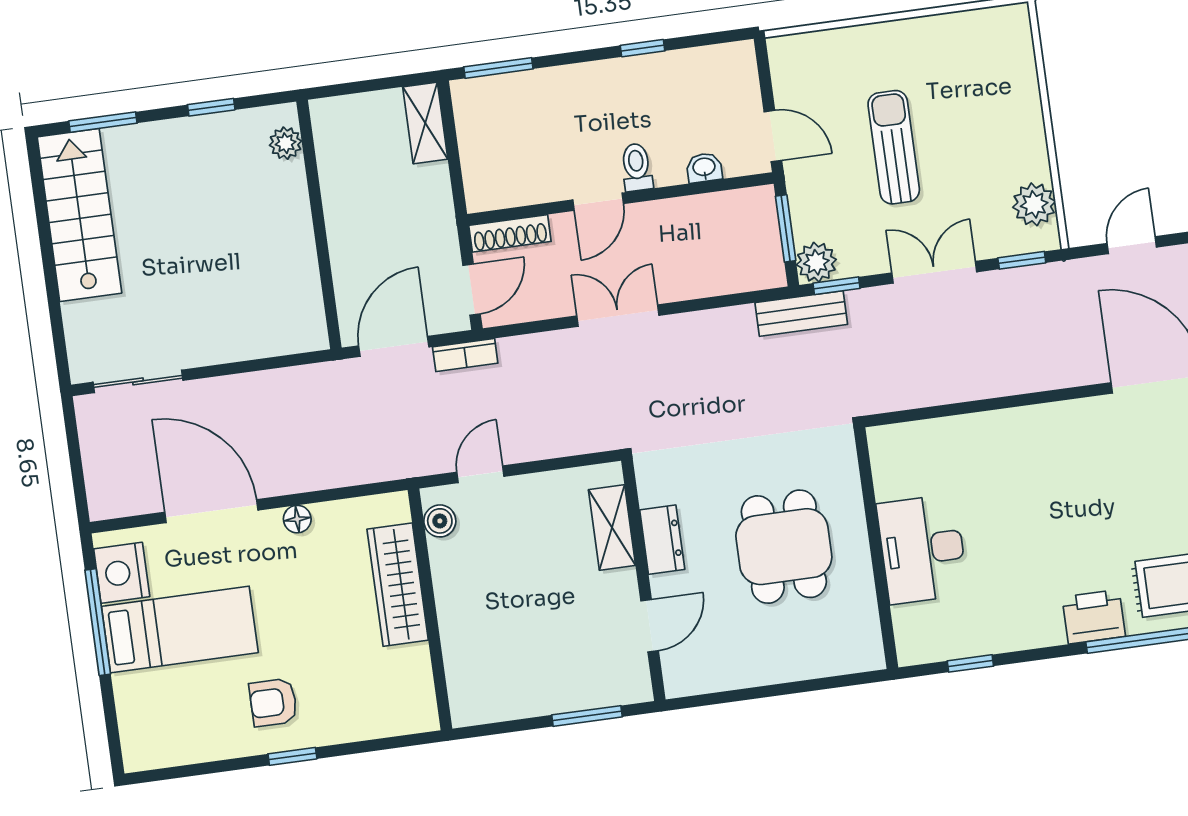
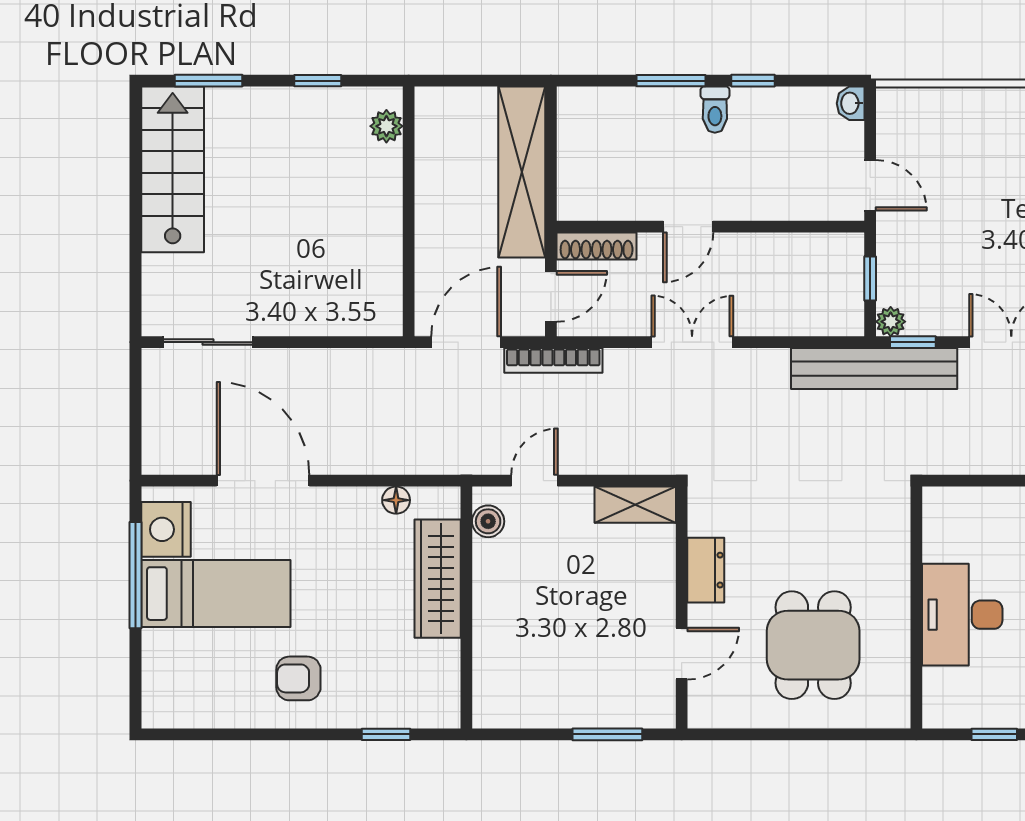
window: (498, 68) -> (671, 81), moved
shelving: (425, 123) -> (522, 172), width x2.20, depth x1.33
sun lounger: (894, 147) -> (988, 213), removed
toilet: (637, 167) -> (715, 110), moved, turned 180
washbasin: (704, 168) -> (851, 103), moved, turned -90
window: (786, 228) -> (870, 278), width x0.67
plant: (816, 262) -> (891, 322), width x0.73, depth x0.73
bench: (801, 313) -> (874, 369), width x1.86, depth x1.21
bookcase: (465, 355) -> (553, 360), width x1.56
floor lamp: (297, 519) -> (396, 500), moved
shelving: (612, 528) -> (635, 505), moved, turned 90
dining table: (784, 547) -> (813, 645), moved
window: (292, 756) -> (386, 734), moved

